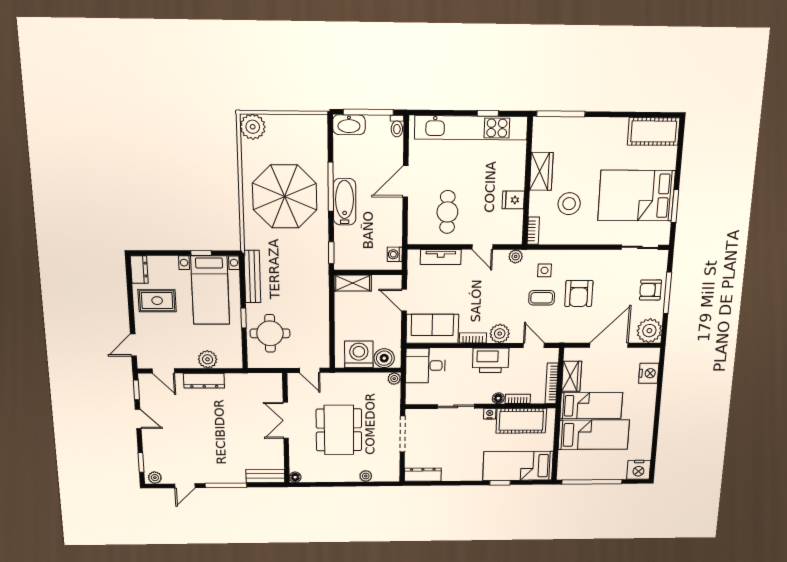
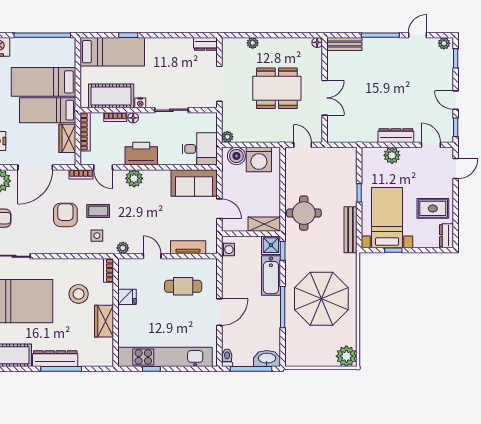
window: (561, 114) -> (61, 369), moved
dresser: (601, 127) -> (55, 359), added
bathtub: (345, 202) -> (271, 276), moved
cafe table: (447, 212) -> (183, 286), turned 90
shower: (345, 259) -> (271, 245), added
round table: (270, 333) -> (304, 213), moved
bookcase: (473, 338) -> (81, 174), moved
dining table: (339, 430) -> (277, 88), turned 90
dresser: (423, 475) -> (205, 44), width x0.70

